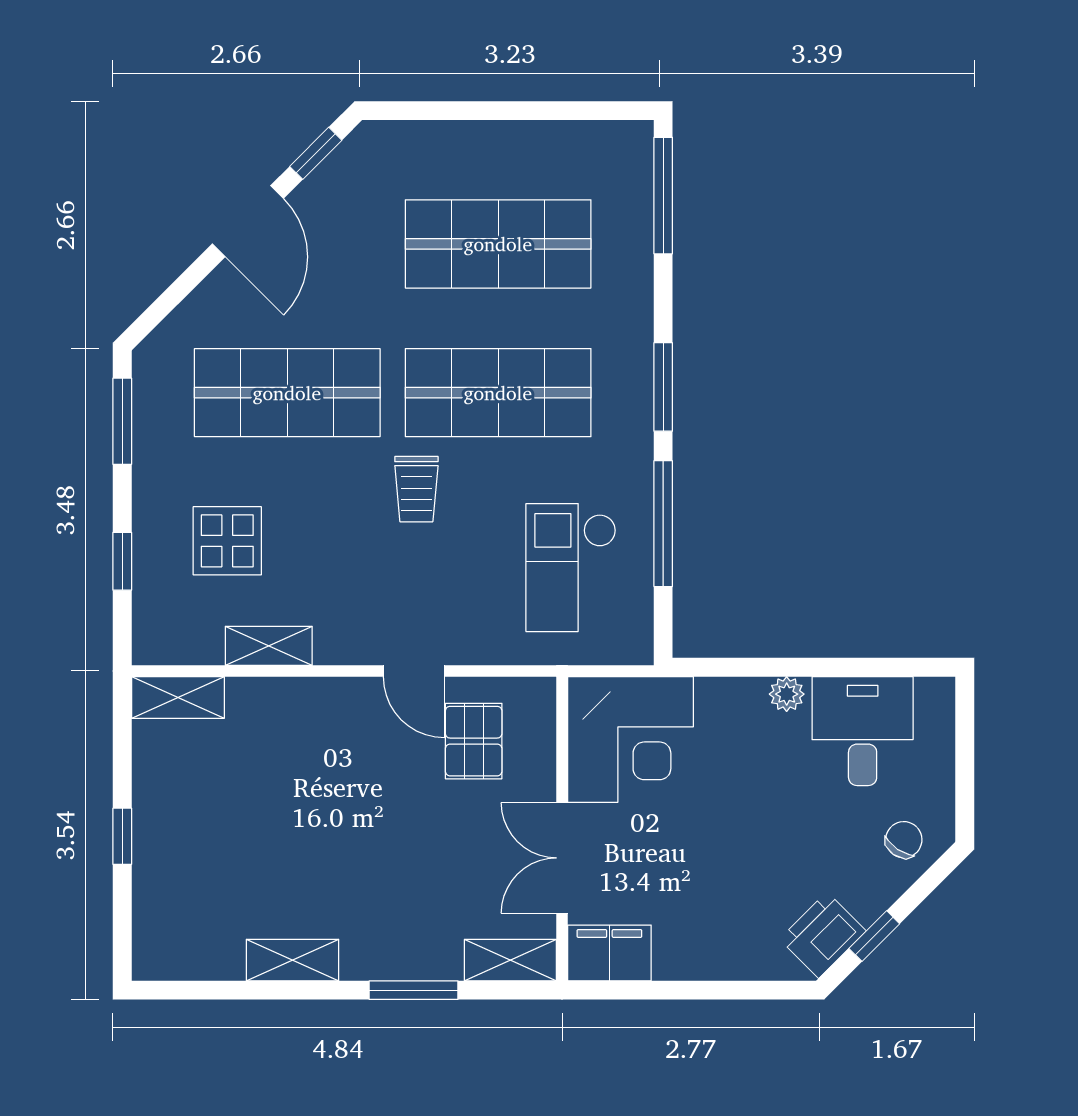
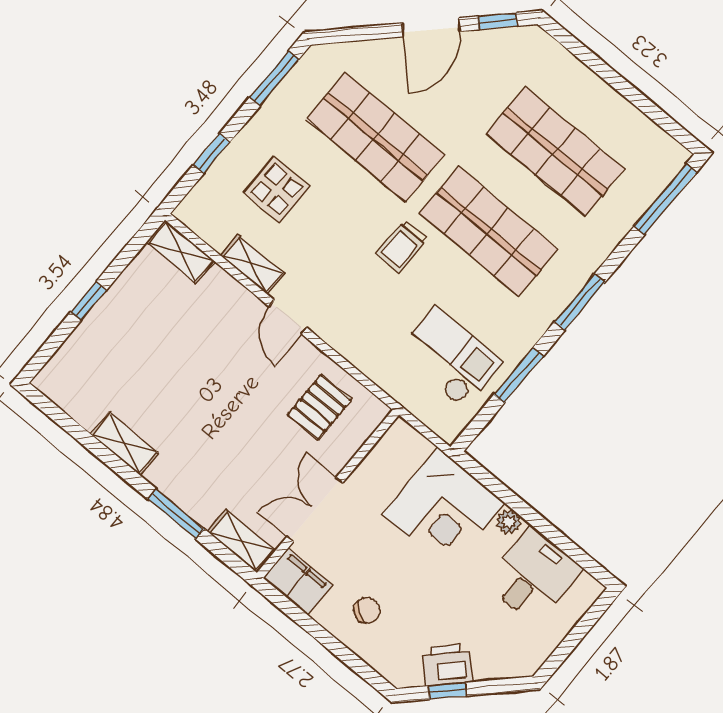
window: (663, 524) -> (519, 375), width x0.69
checkout: (571, 568) -> (450, 358), turned 90
door: (414, 671) -> (288, 317), moved
corner desk: (631, 739) -> (443, 509), moved
chair: (904, 840) -> (367, 610), moved
printer: (823, 935) -> (447, 665), moved

